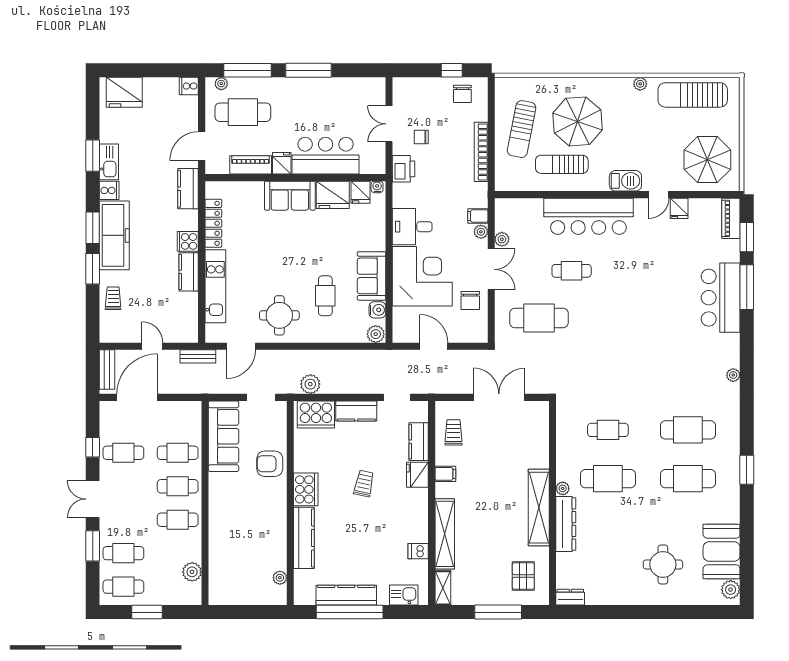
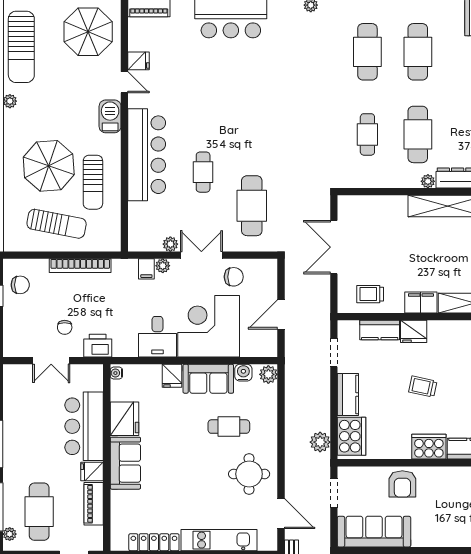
fridge: (360, 192) -> (172, 376), moved, turned 90
filing cabinet: (445, 474) -> (421, 302), width x2.00

